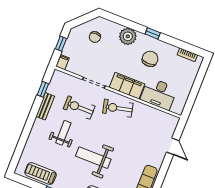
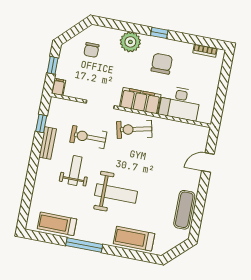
door: (173, 146) -> (208, 163), swing flipped
weight bench: (93, 158) -> (116, 193), turned 180

